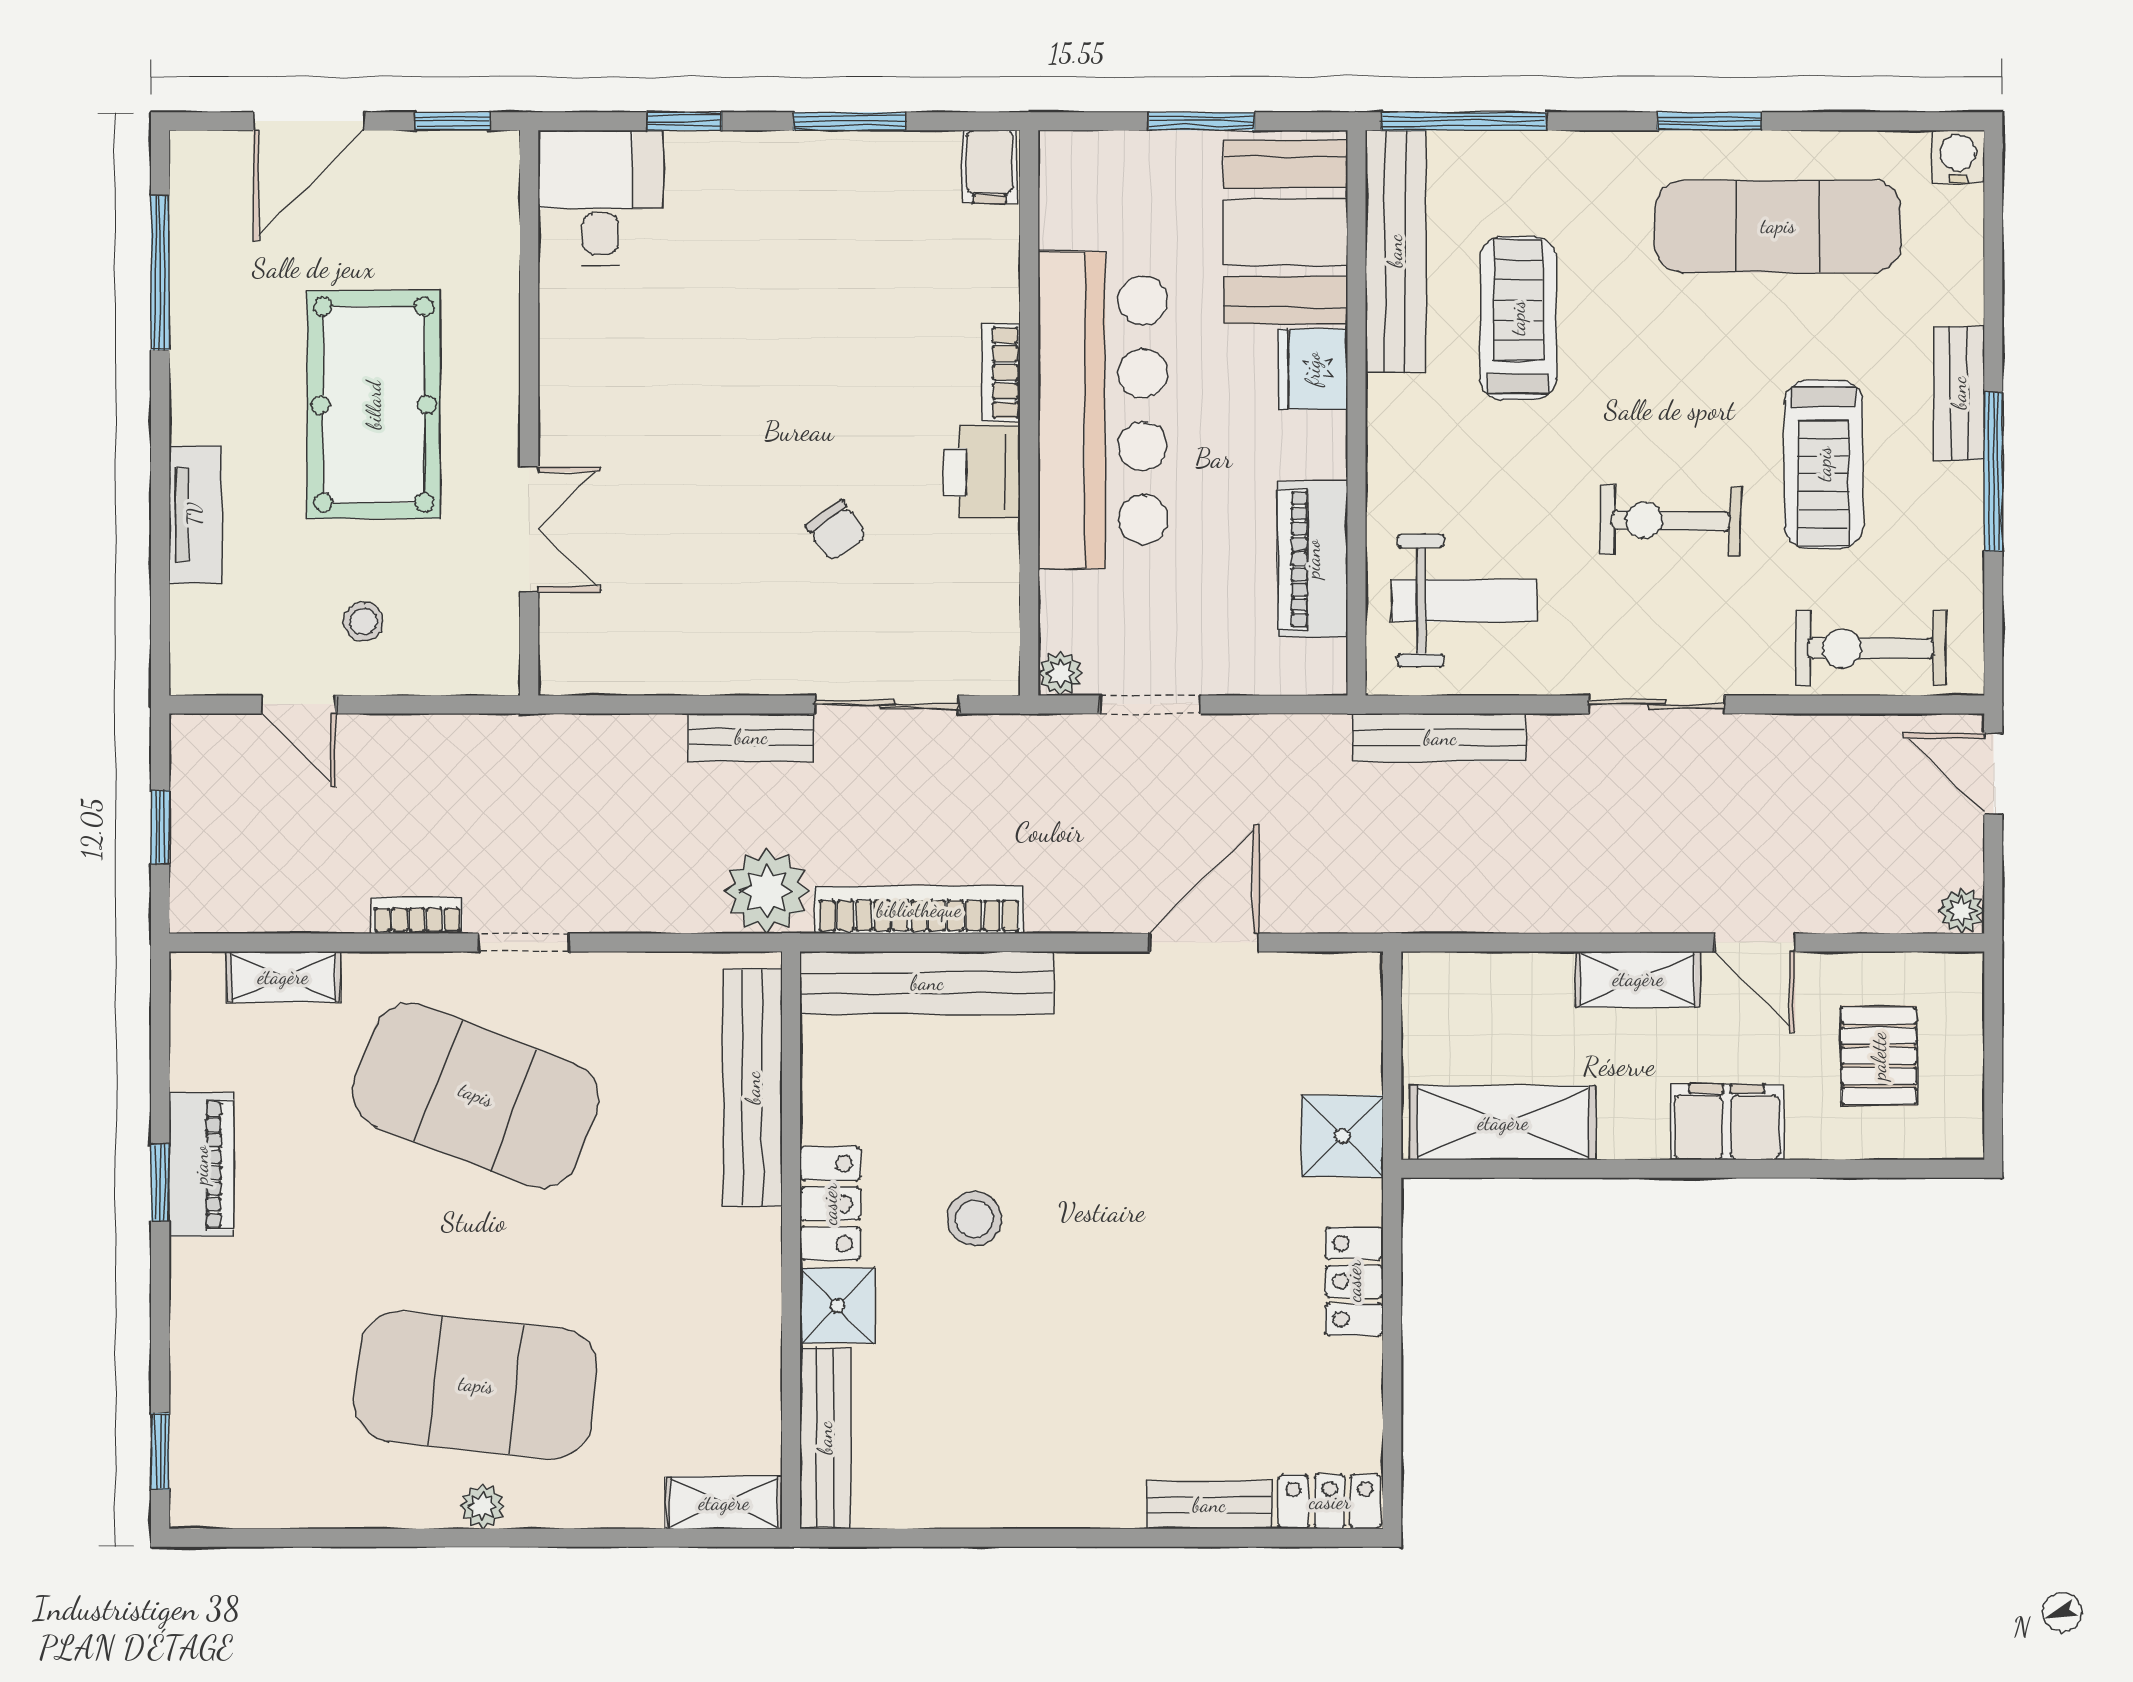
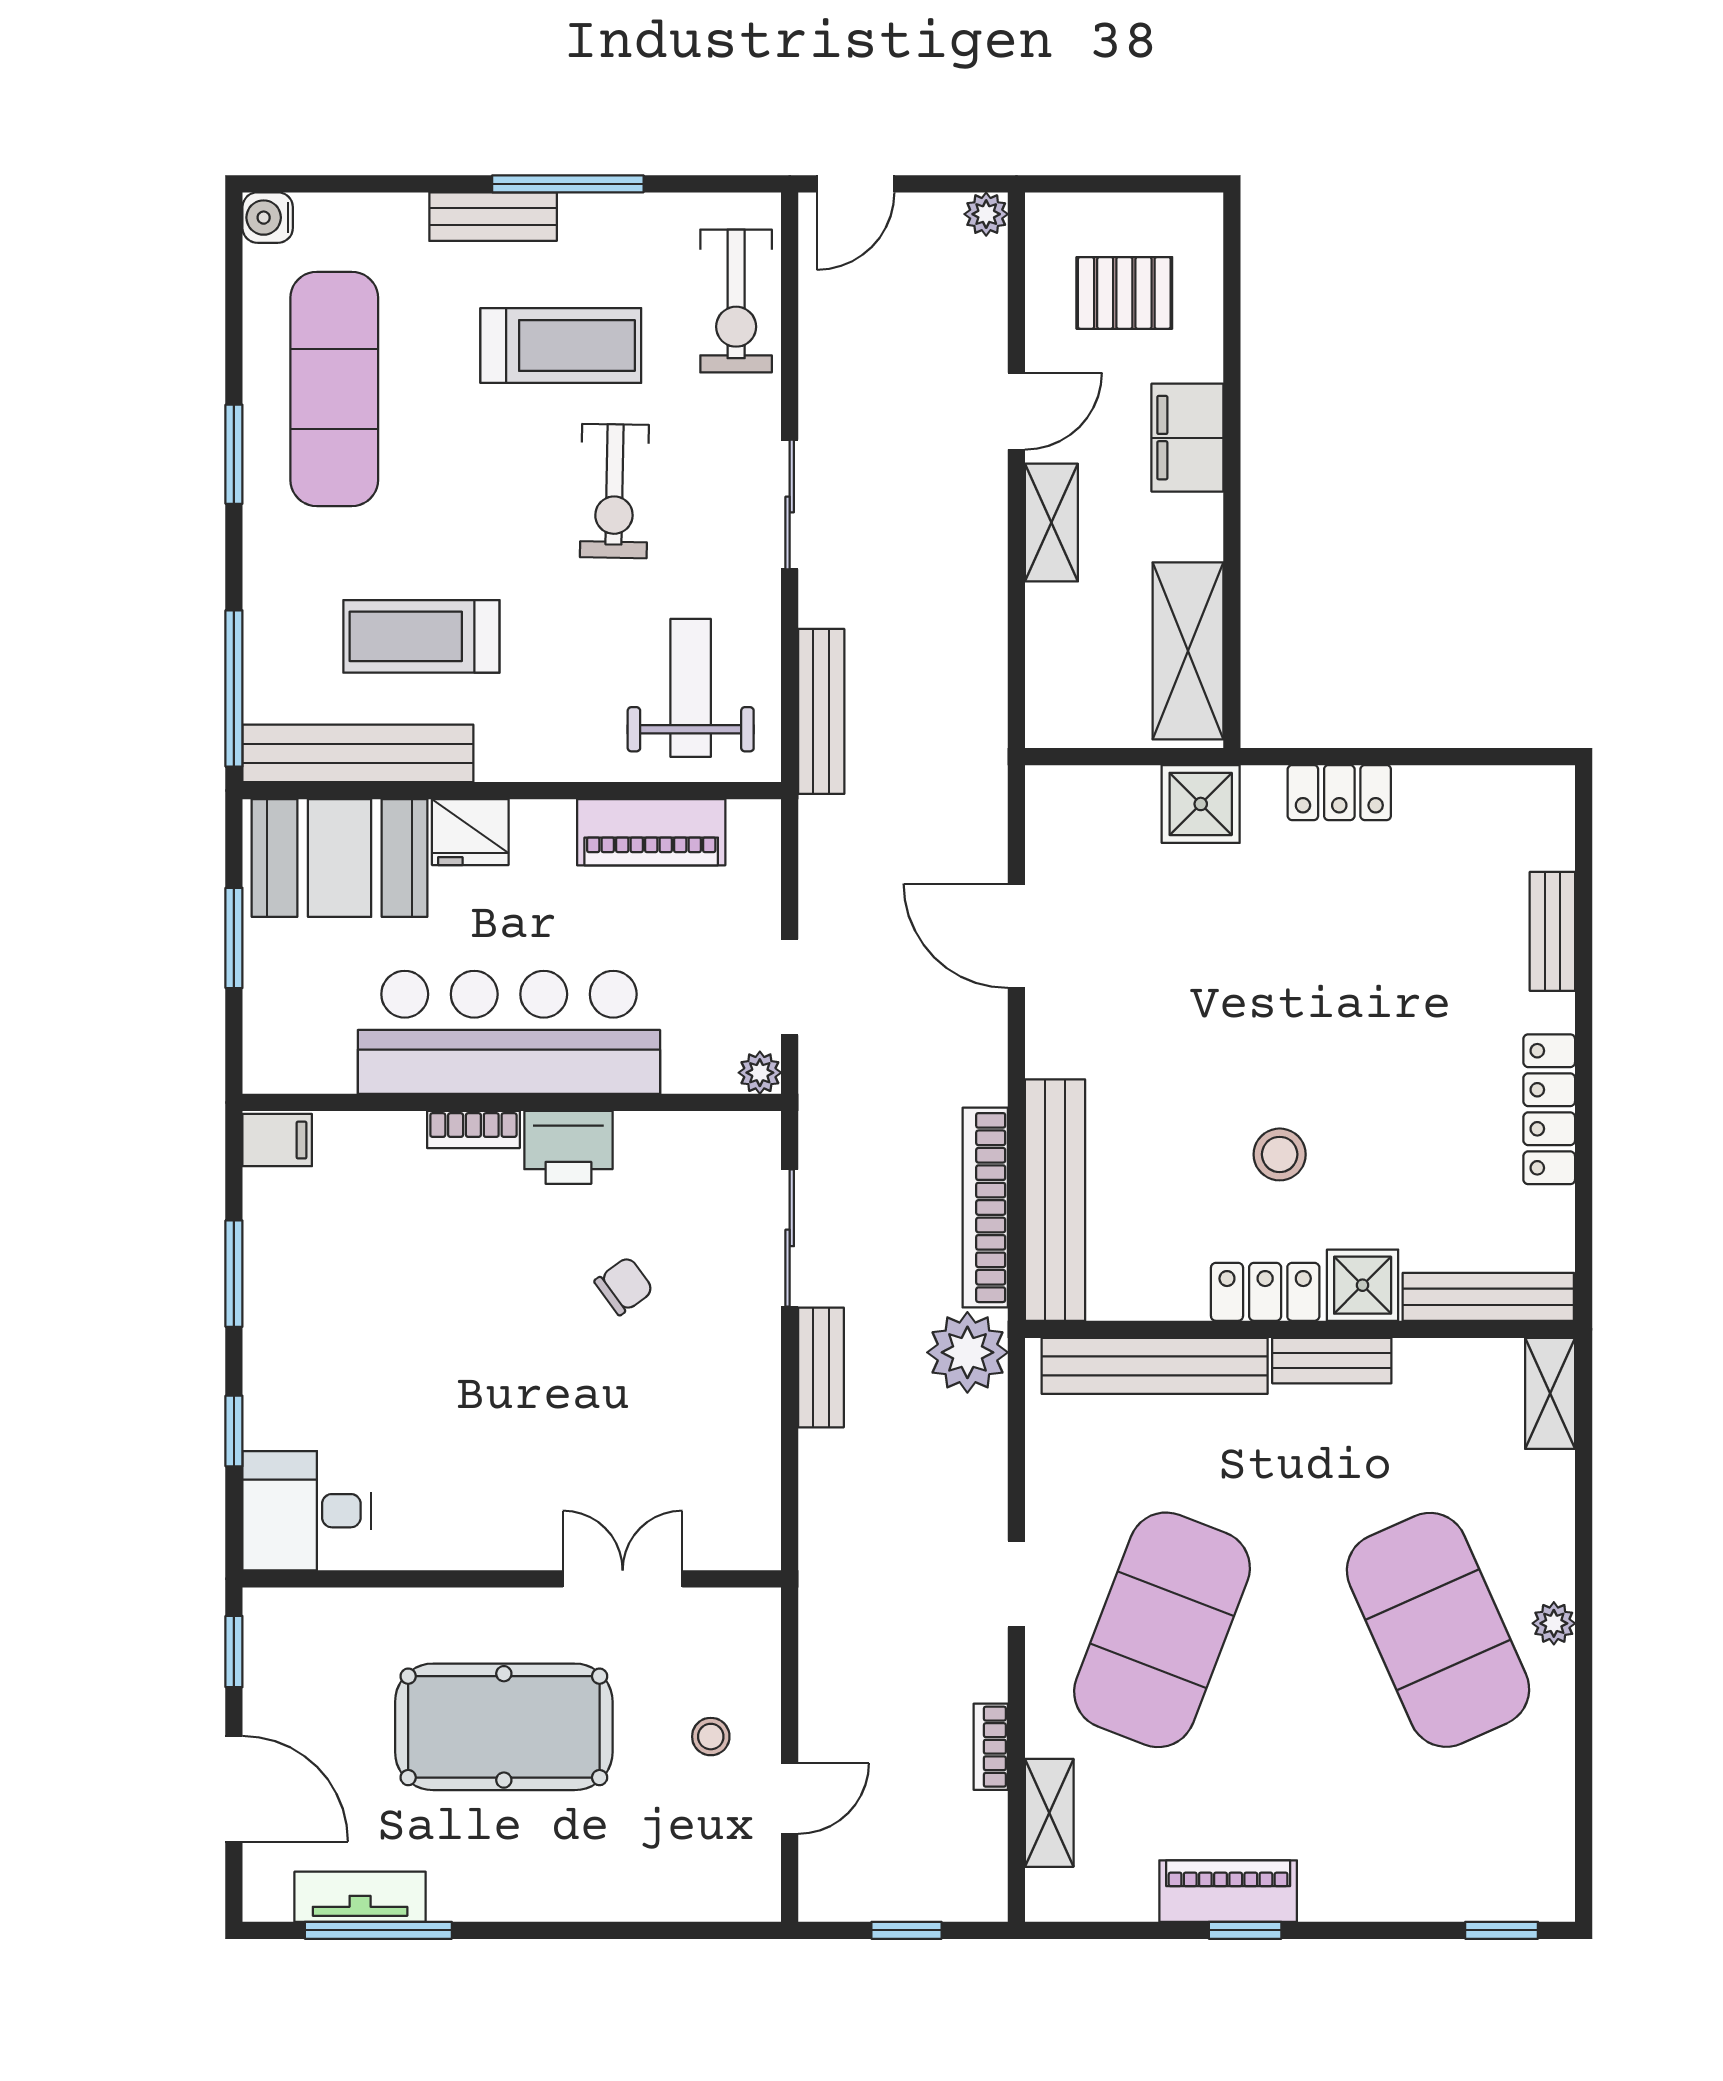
tv unit: (195, 514) -> (360, 1897), moved
bookcase: (417, 916) -> (991, 1747), moved
bench: (758, 1274) -> (1332, 1361), added
exercise mat: (476, 1385) -> (1438, 1630), turned -30
locker: (1330, 1502) -> (1549, 1109), moved, width x1.53

